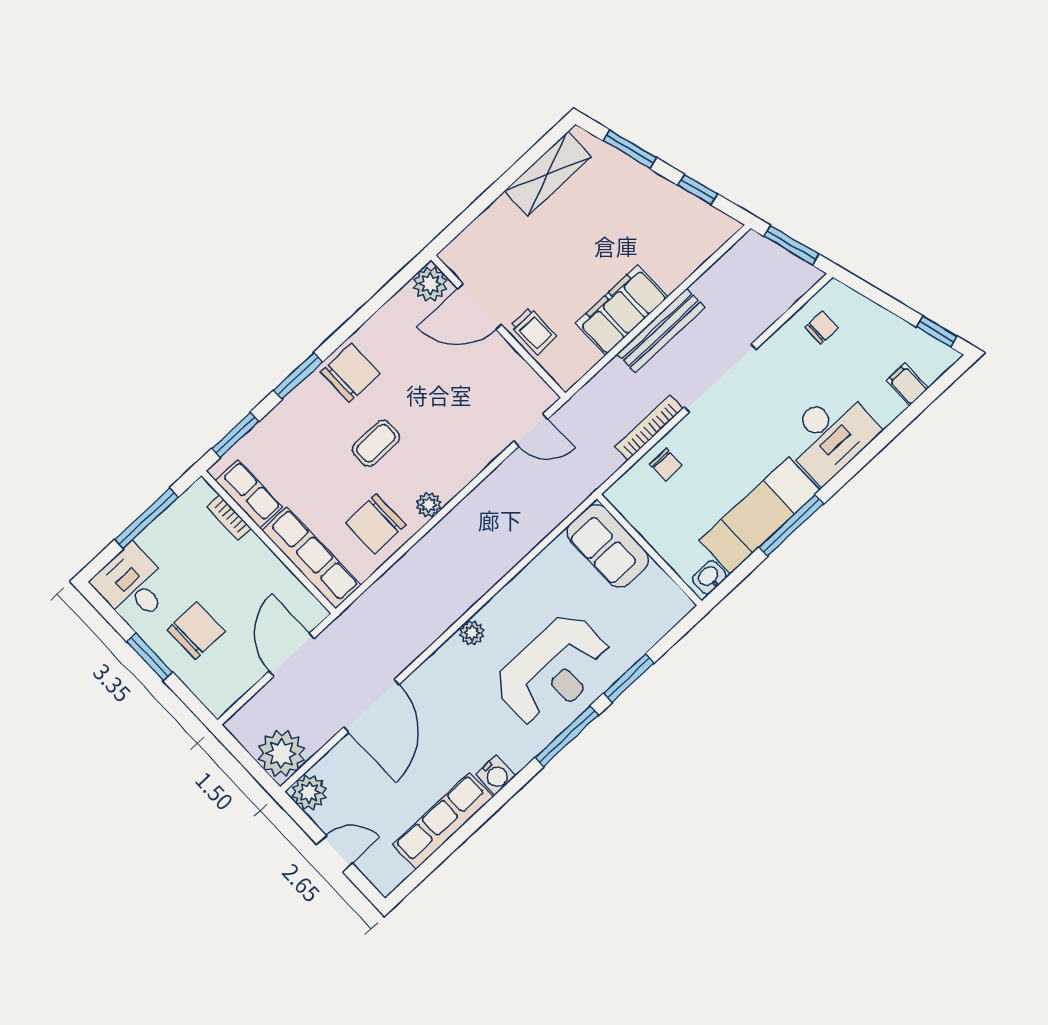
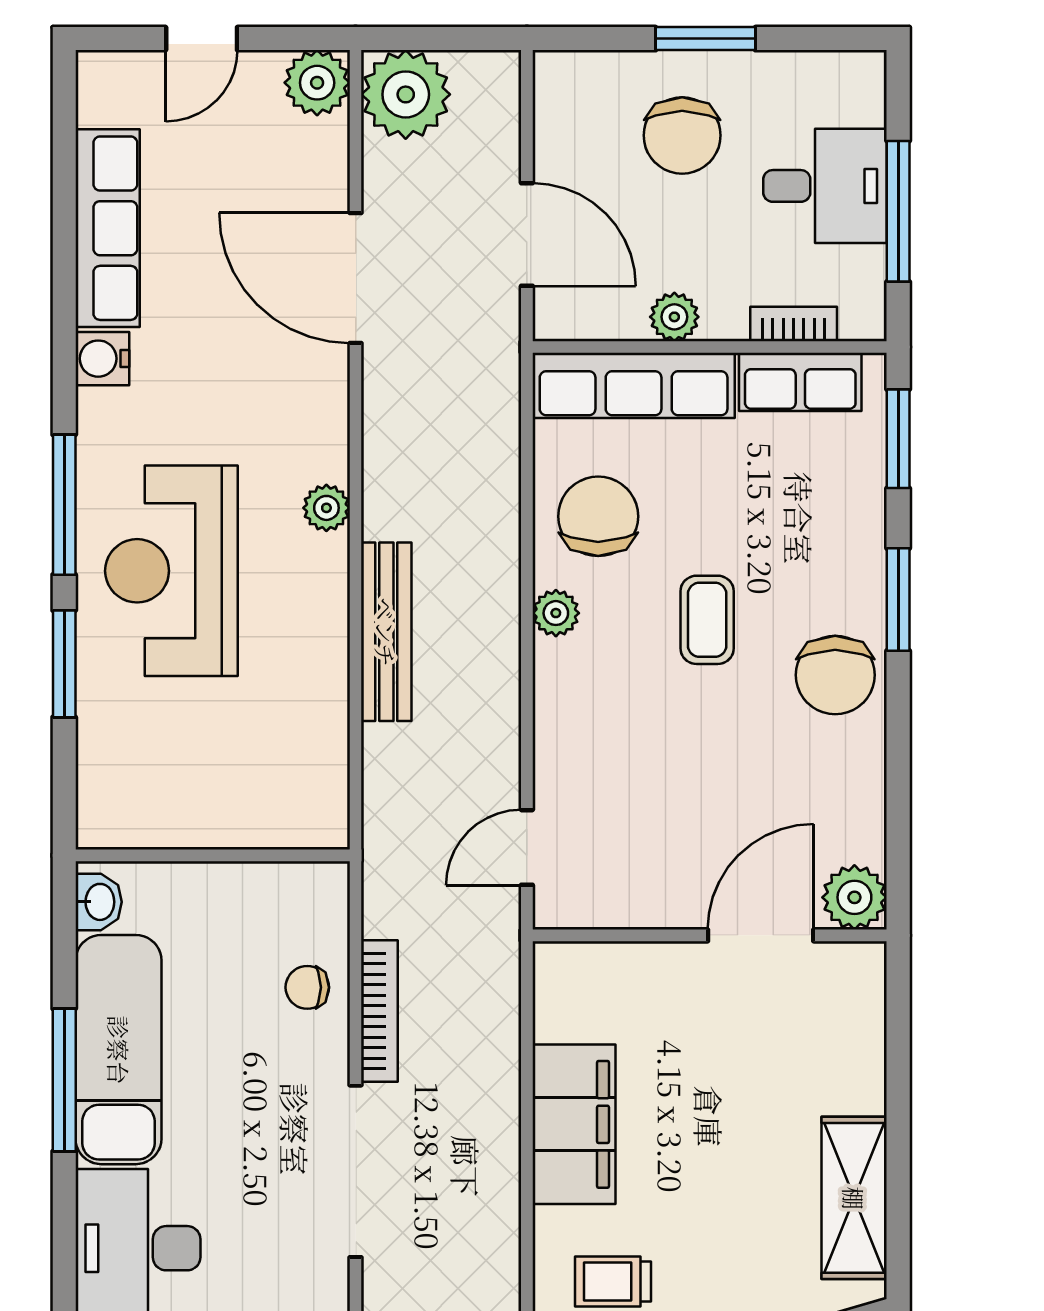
trolley: (533, 331) -> (613, 1281), moved
bench: (661, 331) -> (386, 632), moved
sofa: (608, 546) -> (271, 804), removed
plant: (270, 567) -> (674, 317), added
desk: (133, 585) -> (825, 186), moved

